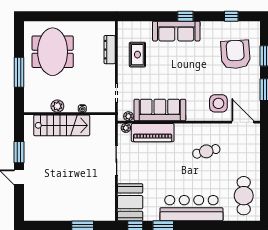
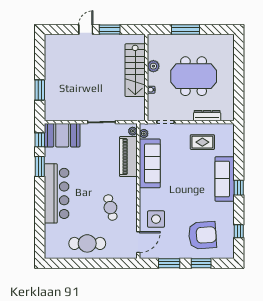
meeting table: (53, 52) -> (194, 76), moved
cafe table: (244, 196) -> (87, 243), moved

